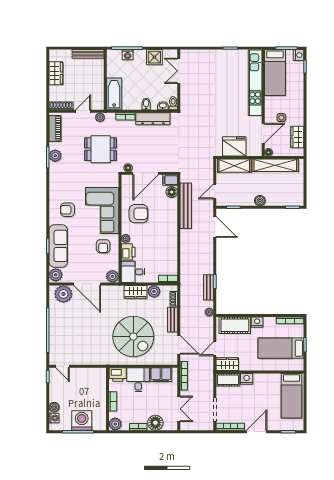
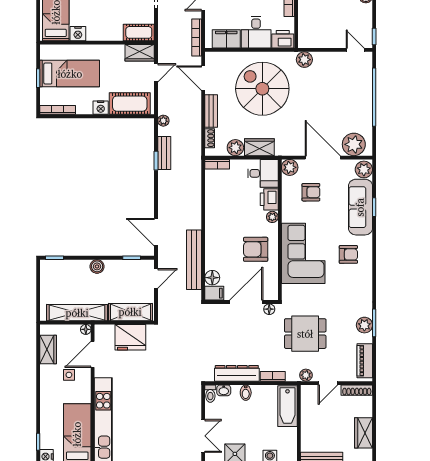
armchair: (103, 246) -> (311, 192), moved, turned 90
plant: (101, 359) -> (304, 60), added
nightstand: (247, 379) -> (78, 34), moved

